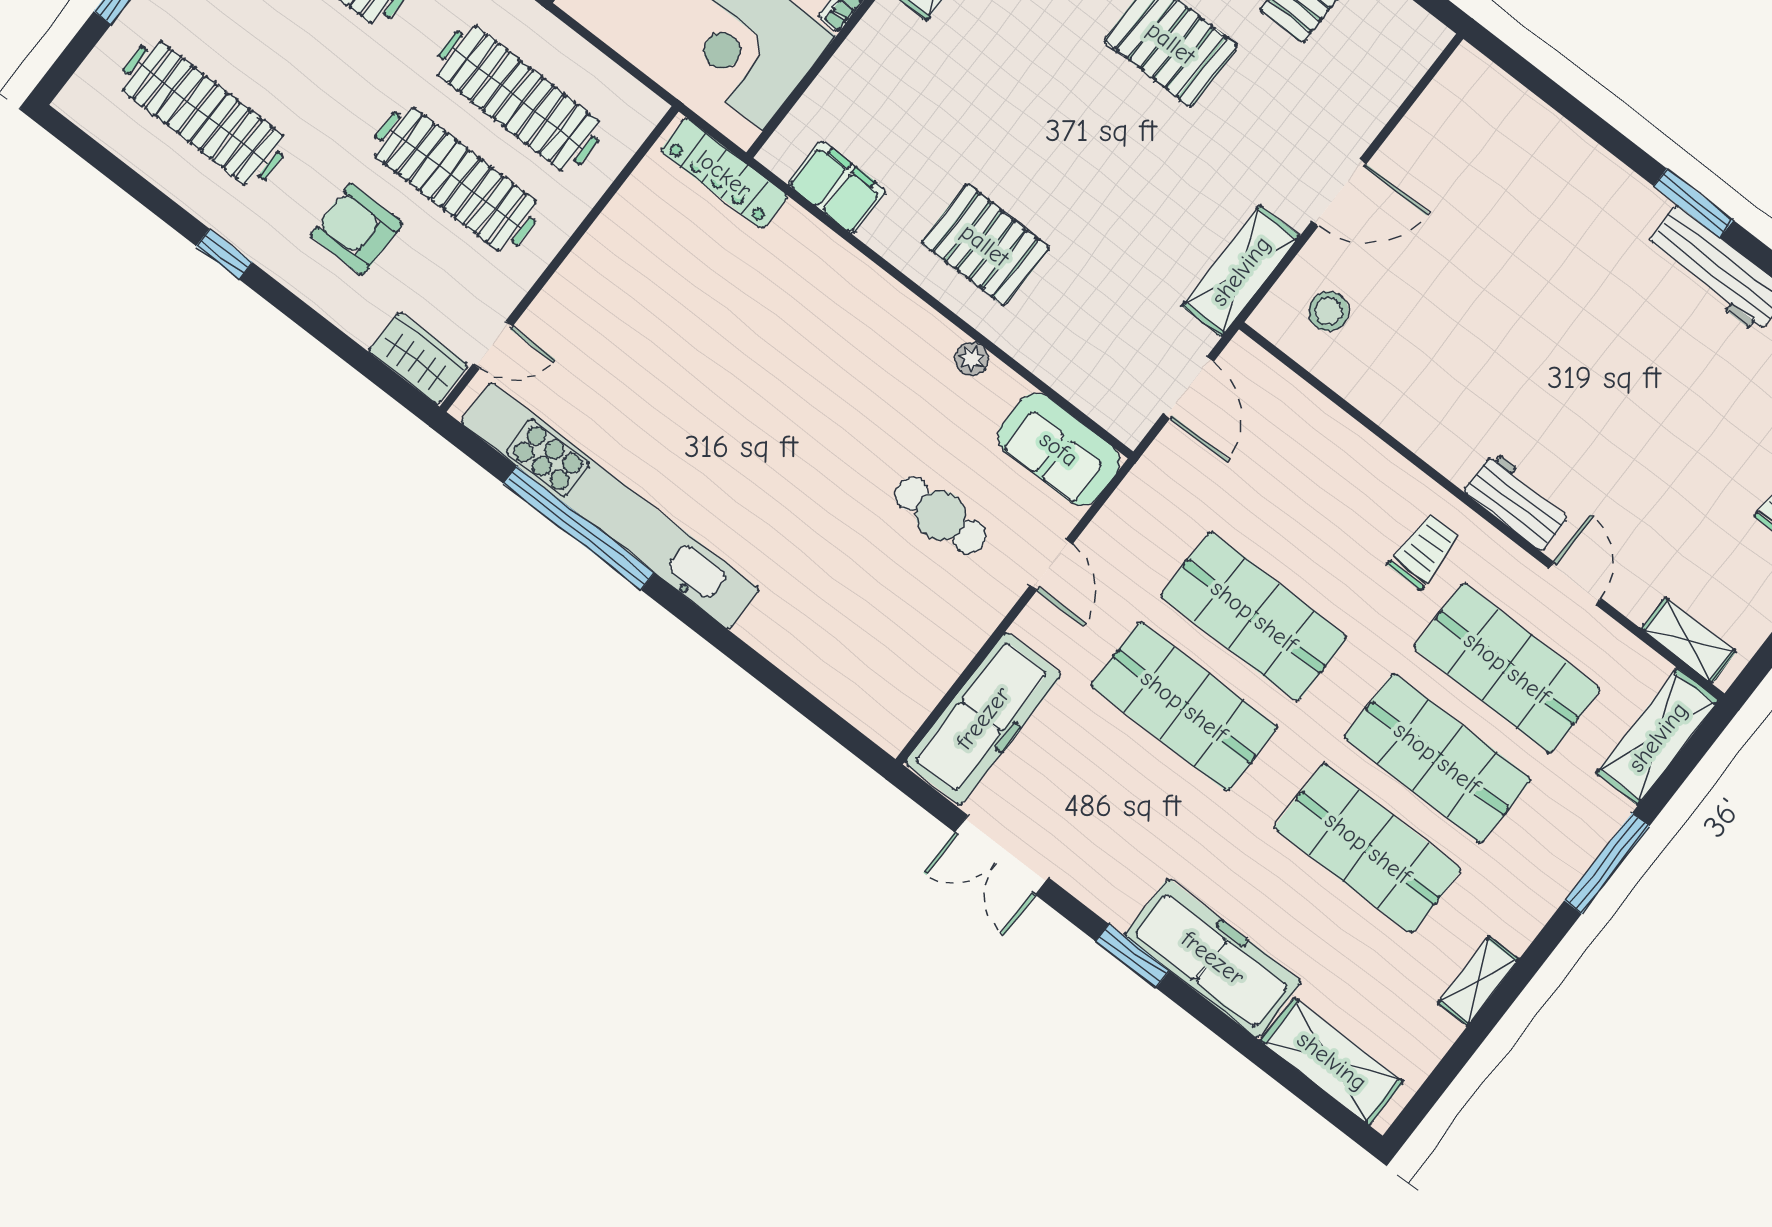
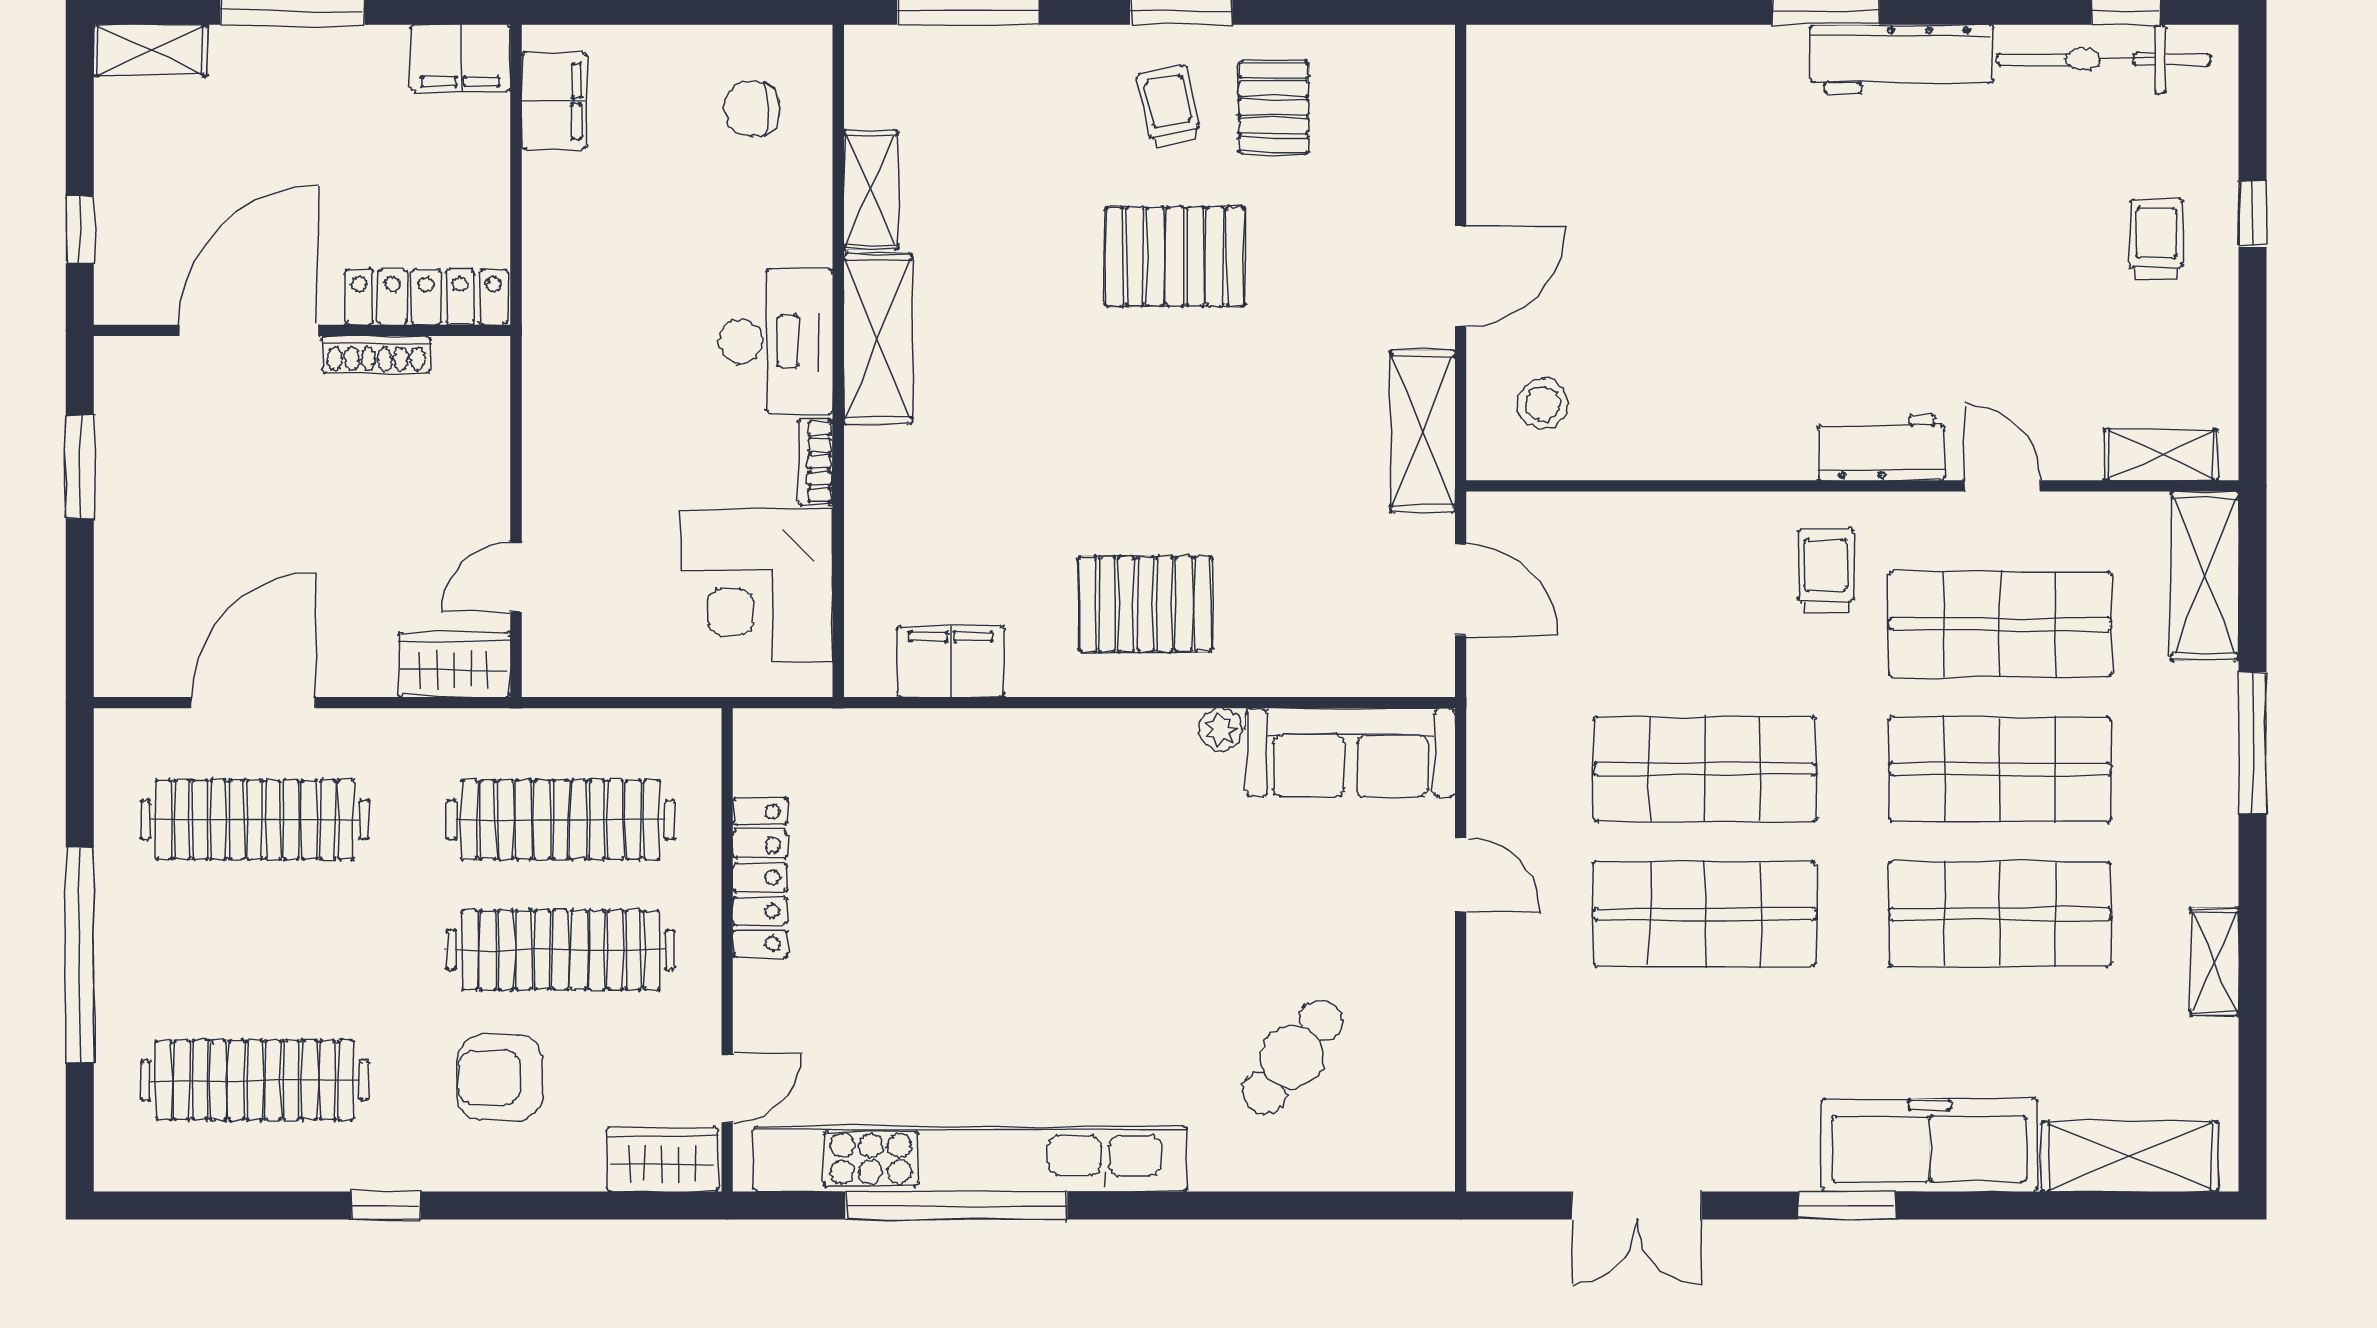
locker: (724, 174) -> (760, 878), moved, turned -90
sofa: (1059, 449) -> (1351, 753), width x1.36
cafe table: (941, 515) -> (1292, 1057), moved, turned -51
freezer: (983, 718) -> (1512, 1082), removed

